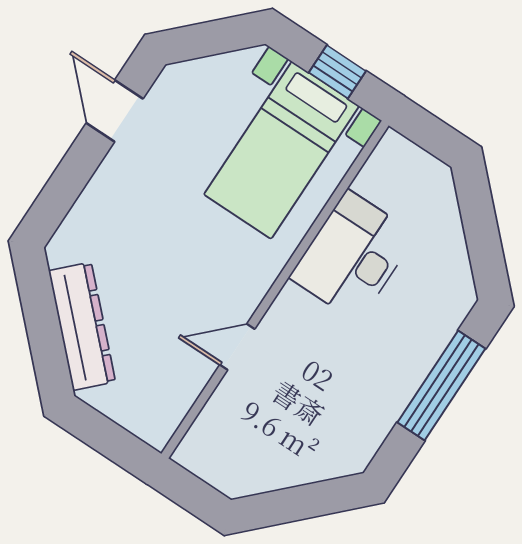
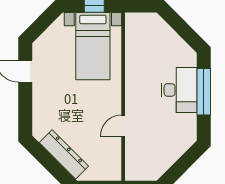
desk: (353, 256) -> (179, 90), moved, turned 180

